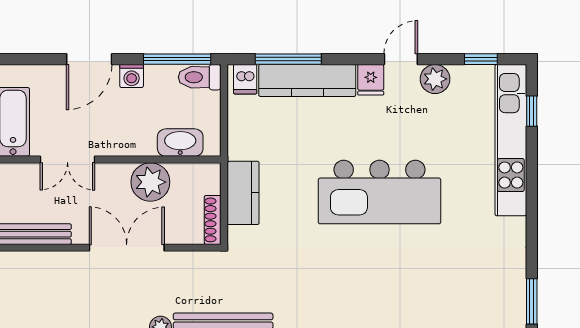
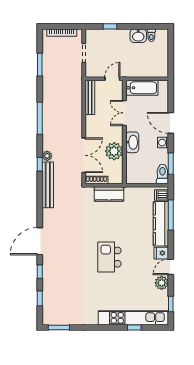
window: (177, 59) -> (171, 164), width x0.69
door: (401, 59) -> (171, 267), swing flipped
window: (532, 111) -> (134, 327), moved
washbasin: (180, 143) -> (132, 142), moved
kitchen island: (379, 192) -> (109, 257), width x0.54, depth x0.78
double door: (127, 248) -> (84, 155), moved

